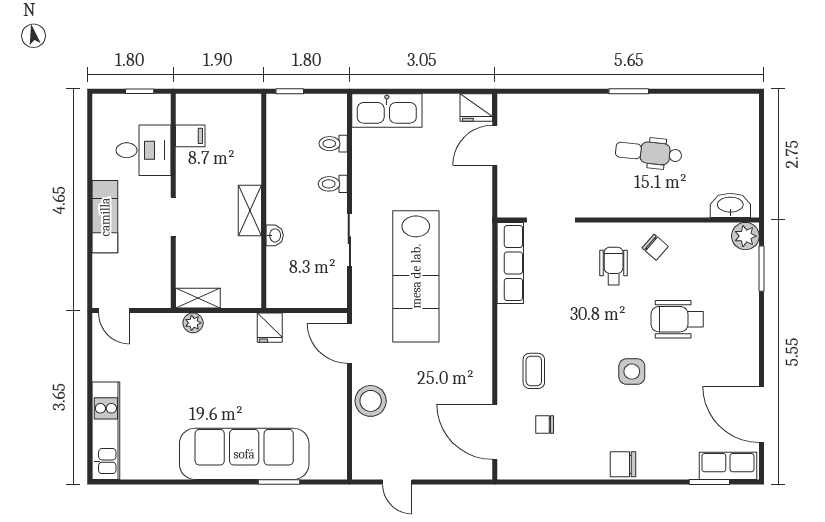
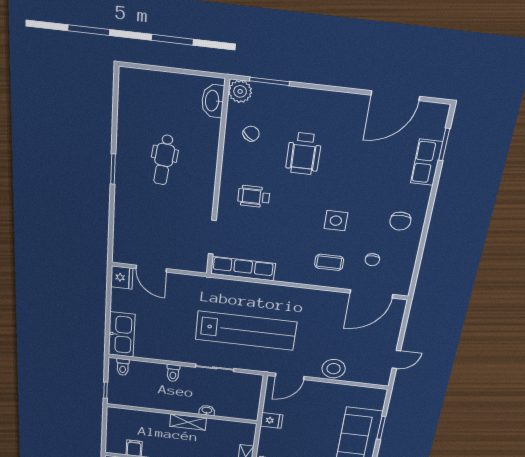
toilet: (333, 144) -> (123, 367), moved
chair: (655, 247) -> (251, 134), moved
side table: (632, 372) -> (336, 221), moved
chair: (623, 464) -> (400, 221), moved
row of seats: (728, 466) -> (426, 162), moved

